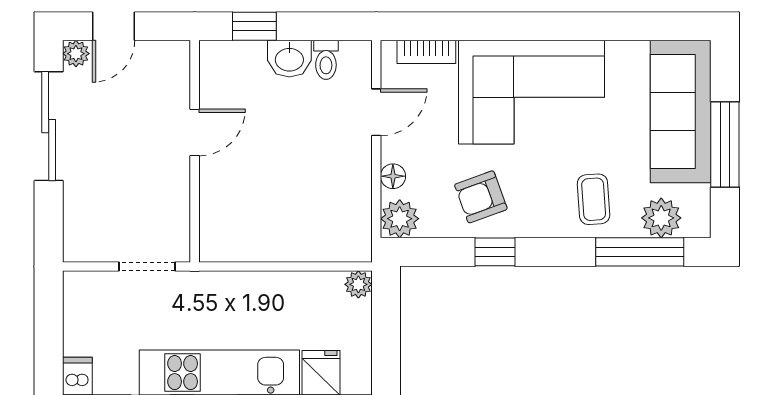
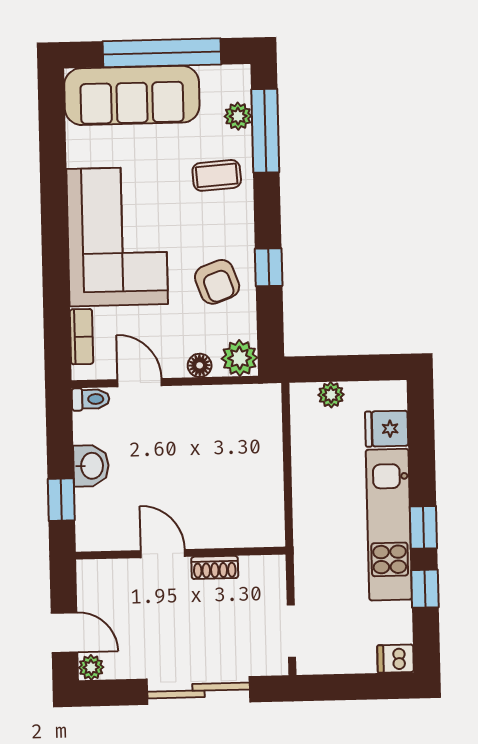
toilet: (326, 60) -> (90, 399), moved
sliding door: (49, 126) -> (199, 691), moved
window: (725, 144) -> (162, 53), width x1.46
shoe rack: (179, 187) -> (215, 567), added
plant: (661, 218) -> (238, 116), width x0.73, depth x0.73
doorway: (147, 267) -> (291, 631), moved
plant: (358, 284) -> (331, 395), moved

